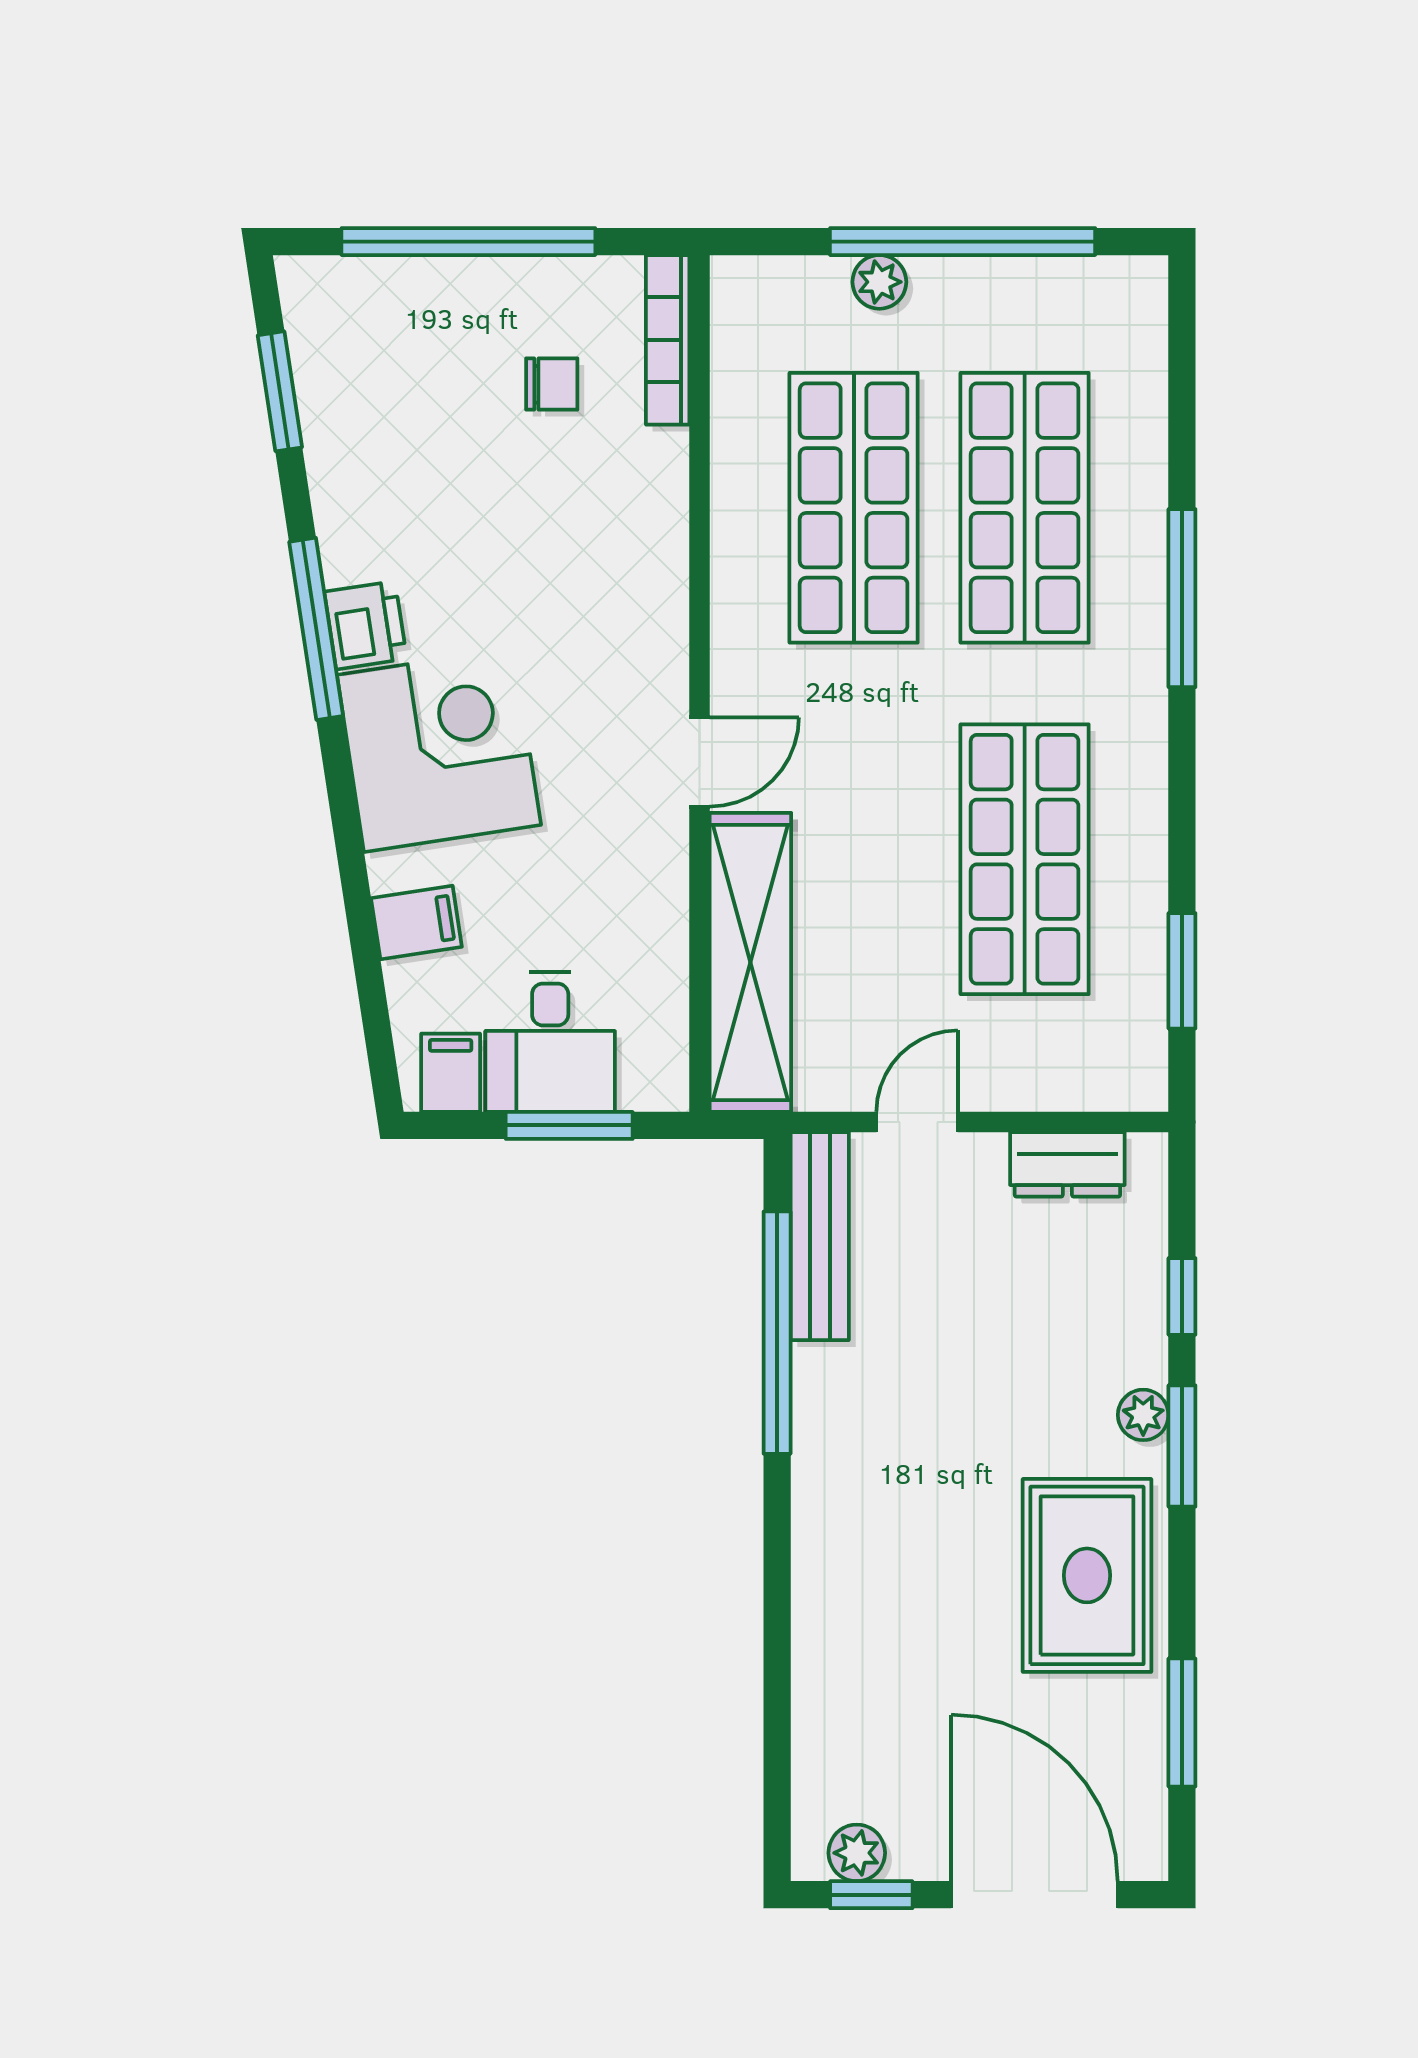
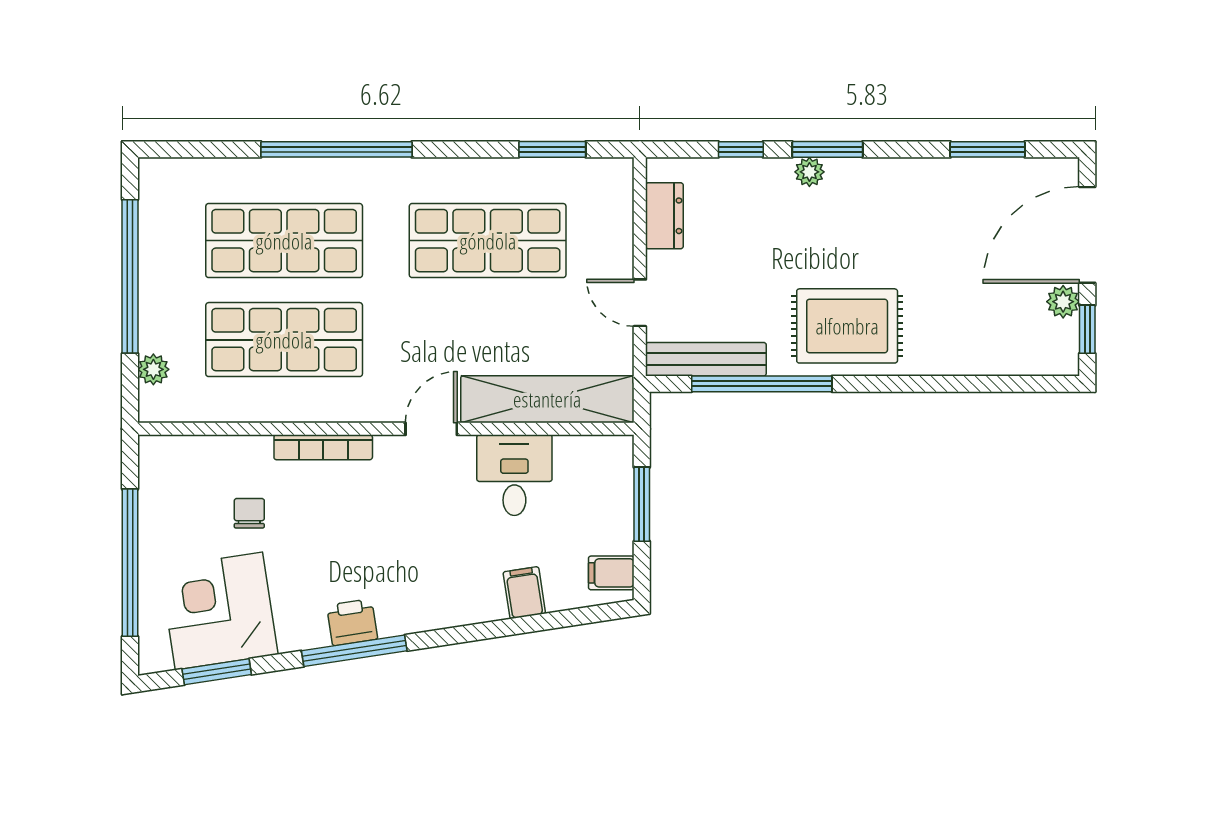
plant: (879, 282) -> (153, 369), moved
bookcase: (668, 340) -> (323, 447), moved
chair: (552, 384) -> (249, 513), moved
window: (1182, 598) -> (336, 149), width x1.46
corner desk: (439, 750) -> (219, 611), moved
door: (700, 762) -> (431, 429), hinge flipped
desk: (550, 1042) -> (514, 475), moved, turned -90
rug: (1087, 1575) -> (847, 326), moved
plant: (857, 1853) -> (1063, 302), moved

